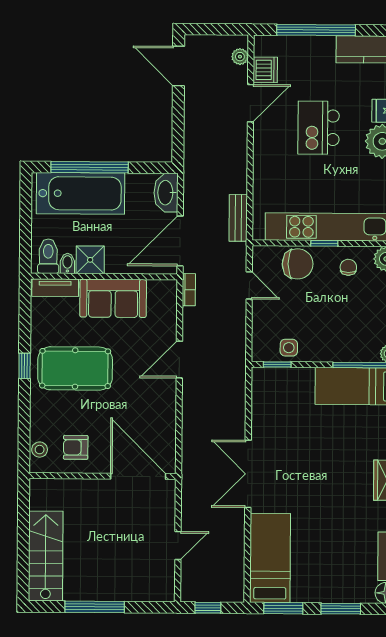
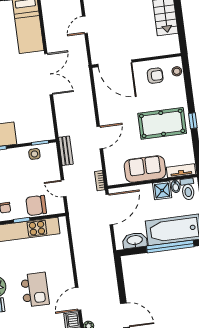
washbasin: (166, 193) -> (135, 240), moved, turned -90
bench: (238, 218) -> (66, 151), moved

